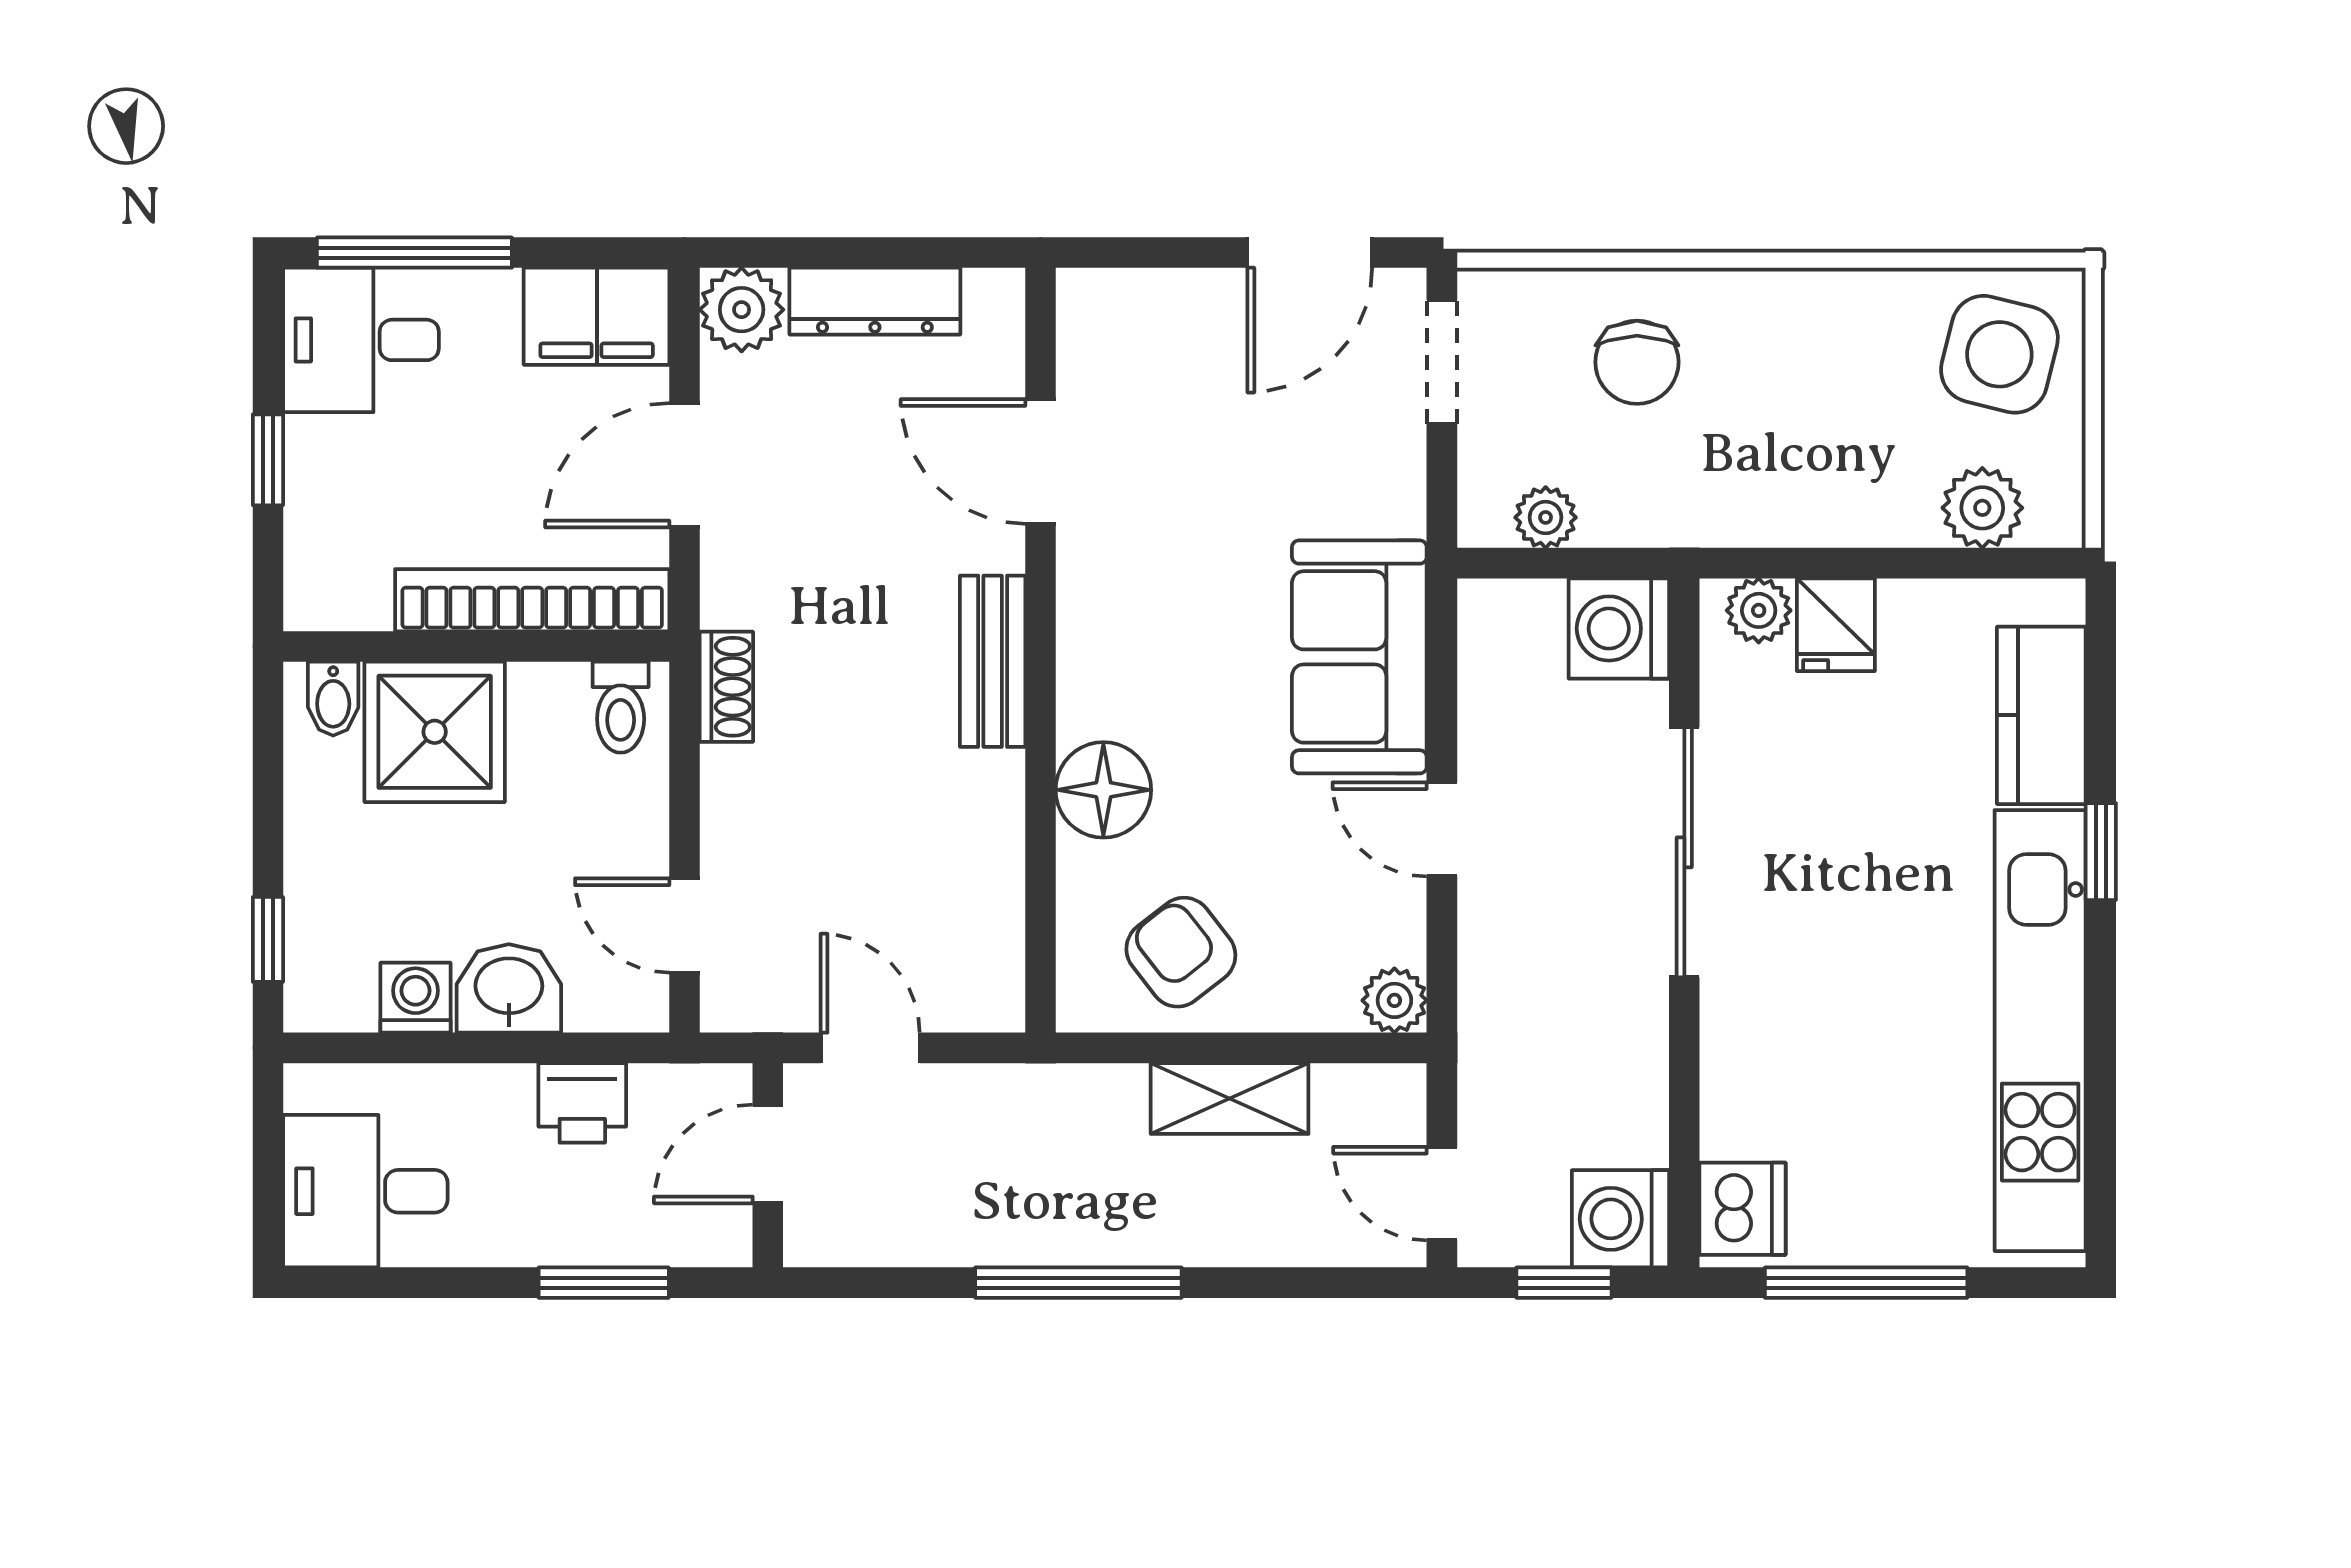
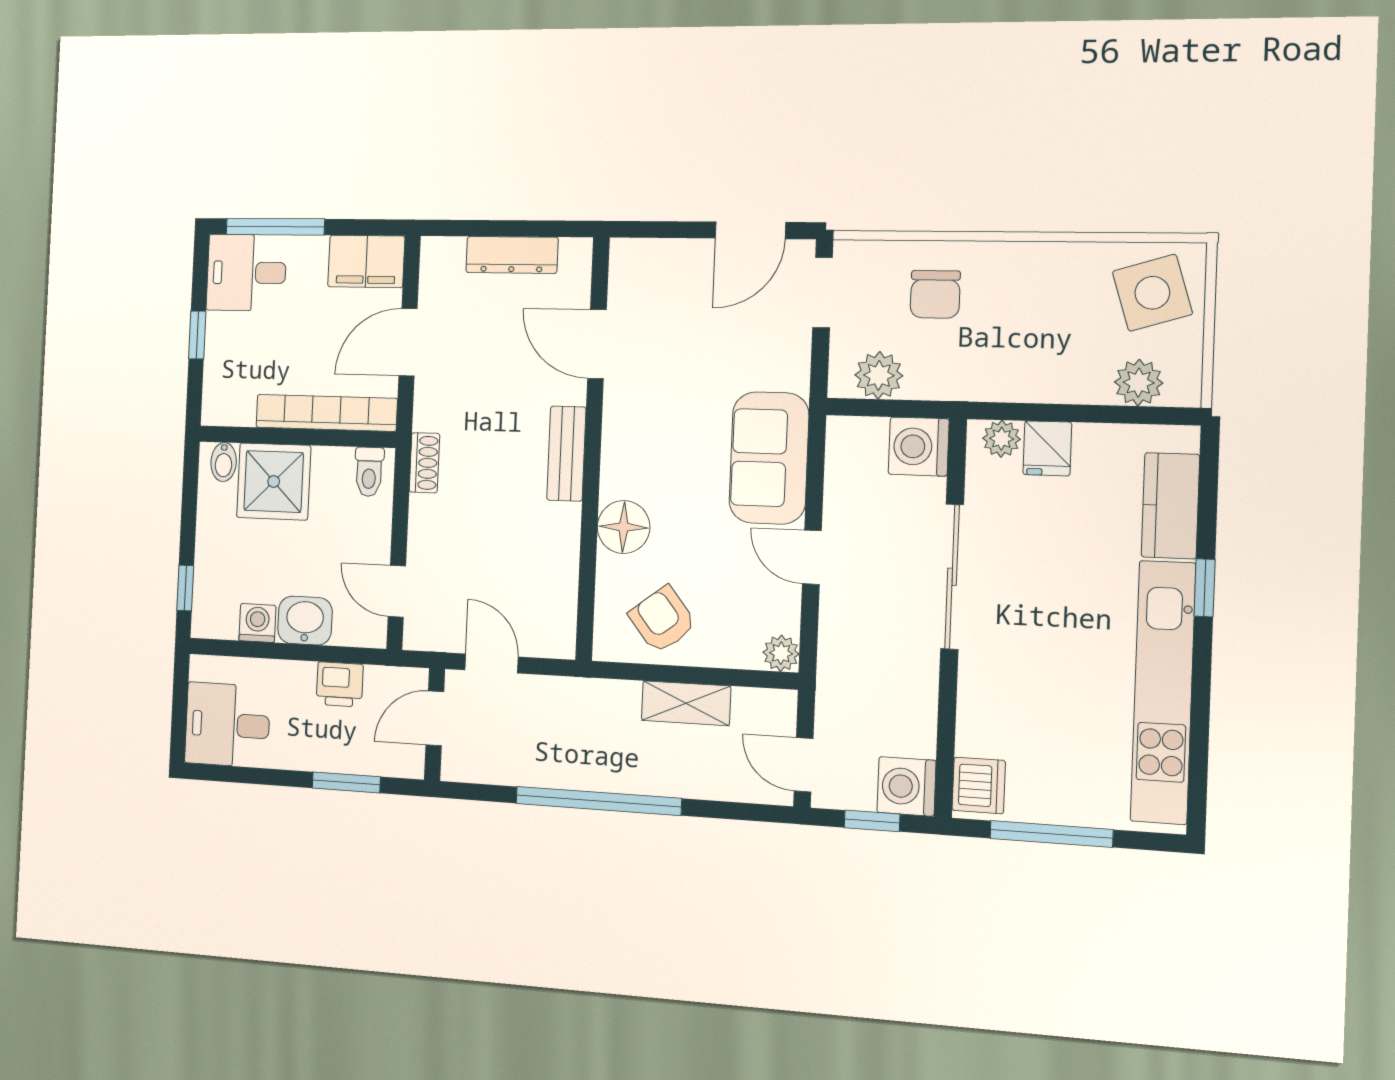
plant: (742, 310) -> (441, 259), removed
side table: (1999, 354) -> (1152, 293), turned -31
plant: (1546, 517) -> (879, 375), width x1.38, depth x1.38
window: (1078, 1283) -> (598, 801), width x1.46

